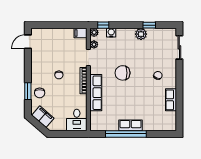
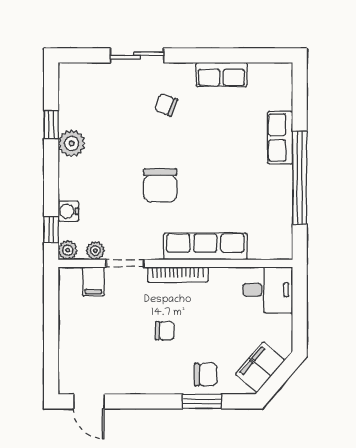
filing cabinet: (80, 33) -> (93, 281), moved
sliding door: (179, 47) -> (137, 55), moved
row of seats: (130, 125) -> (280, 138), moved

